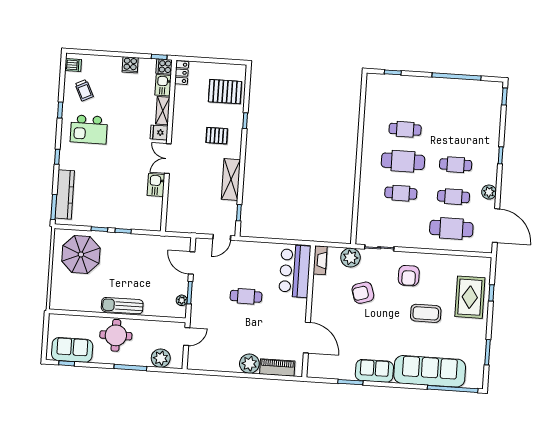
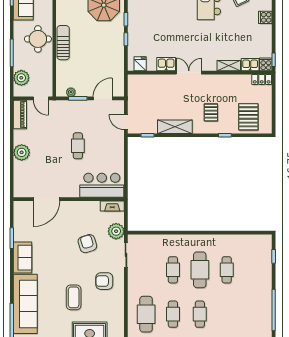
cooker: (130, 65) -> (265, 17), moved
fridge: (159, 132) -> (140, 64), moved
piano: (277, 368) -> (20, 115), moved

